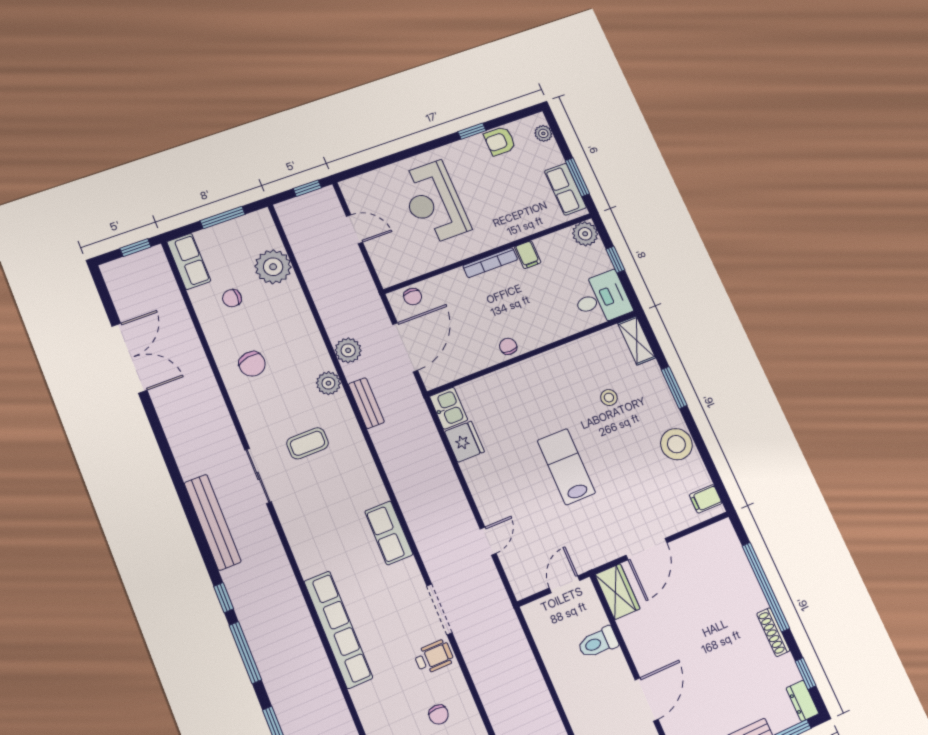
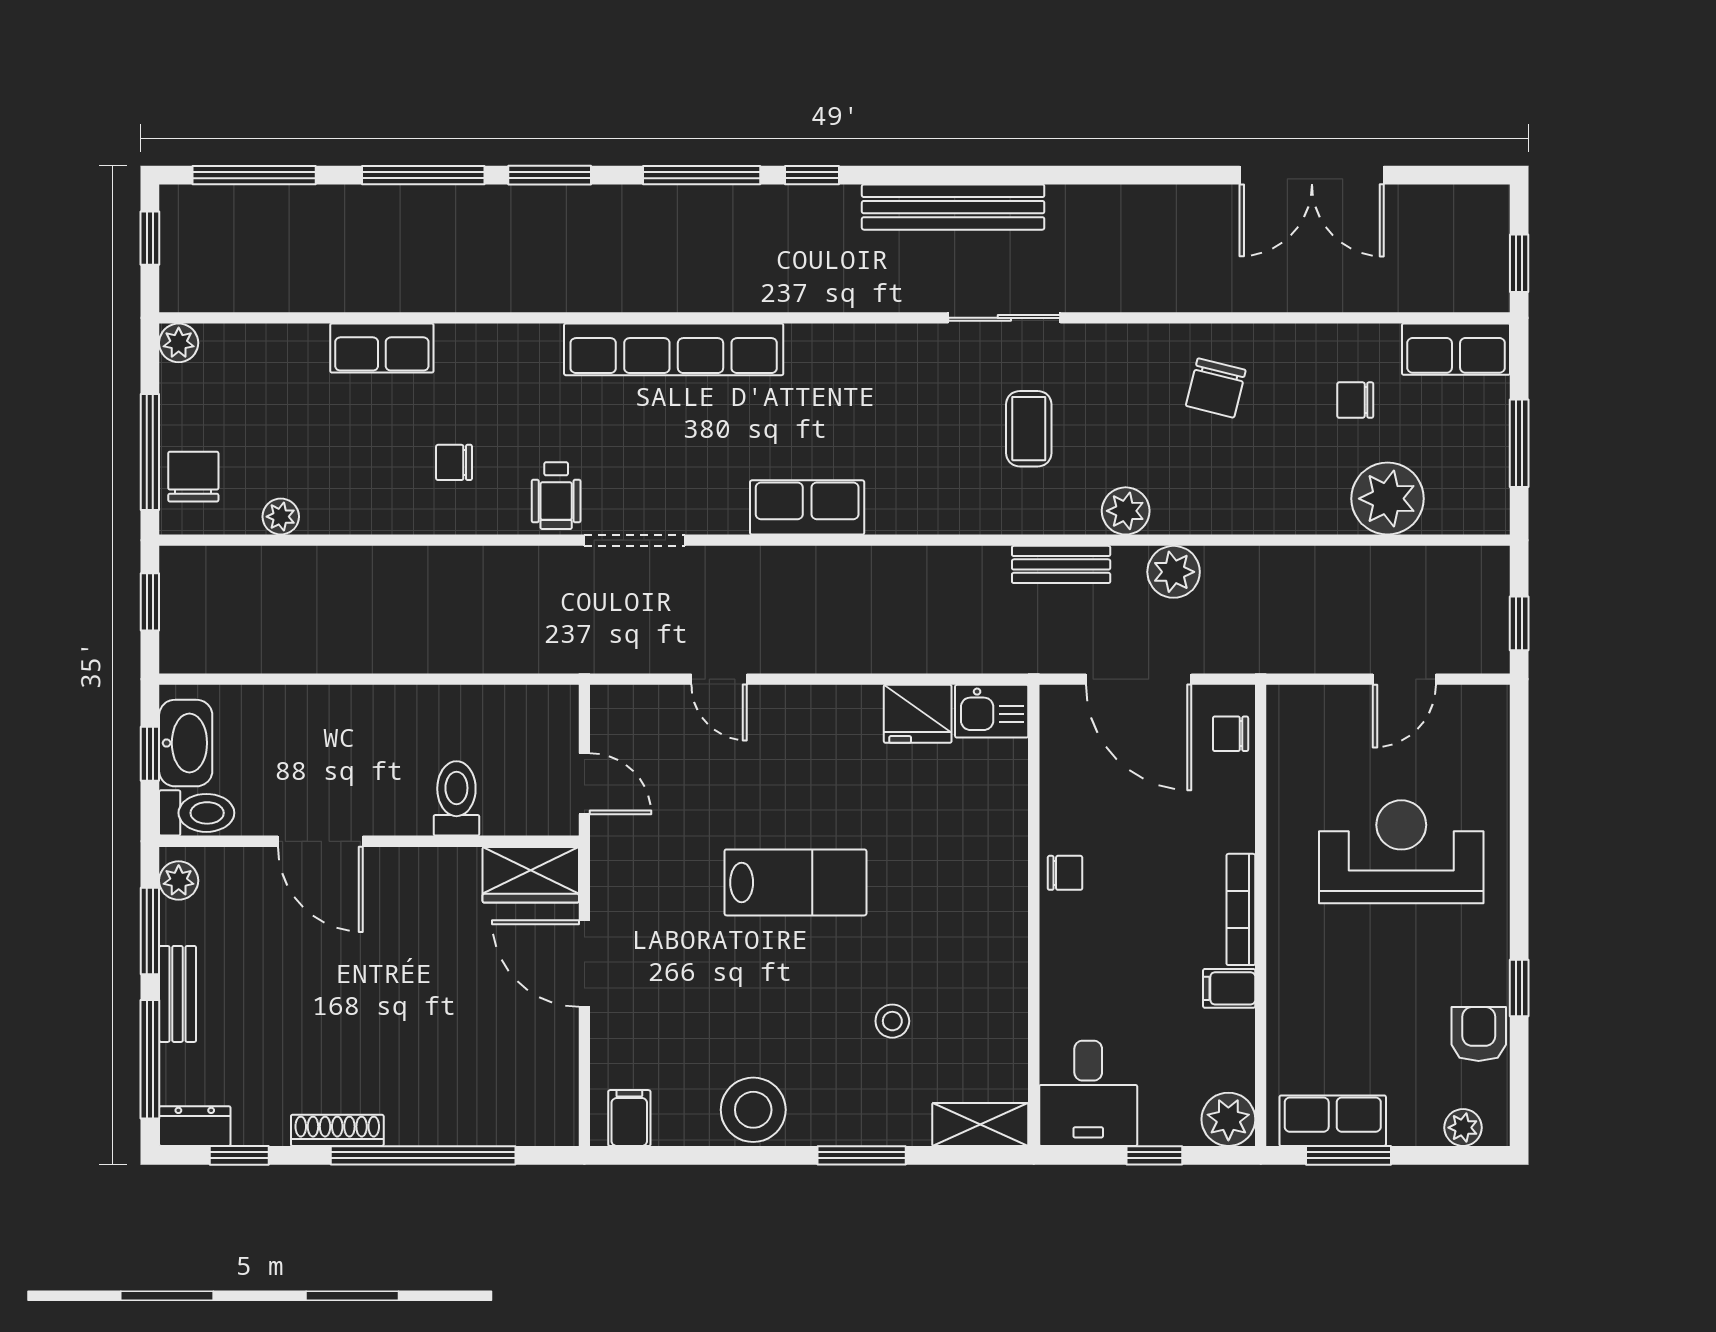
chair: (232, 298) -> (1355, 400), turned -90
chair: (252, 364) -> (1216, 388), turned -66

